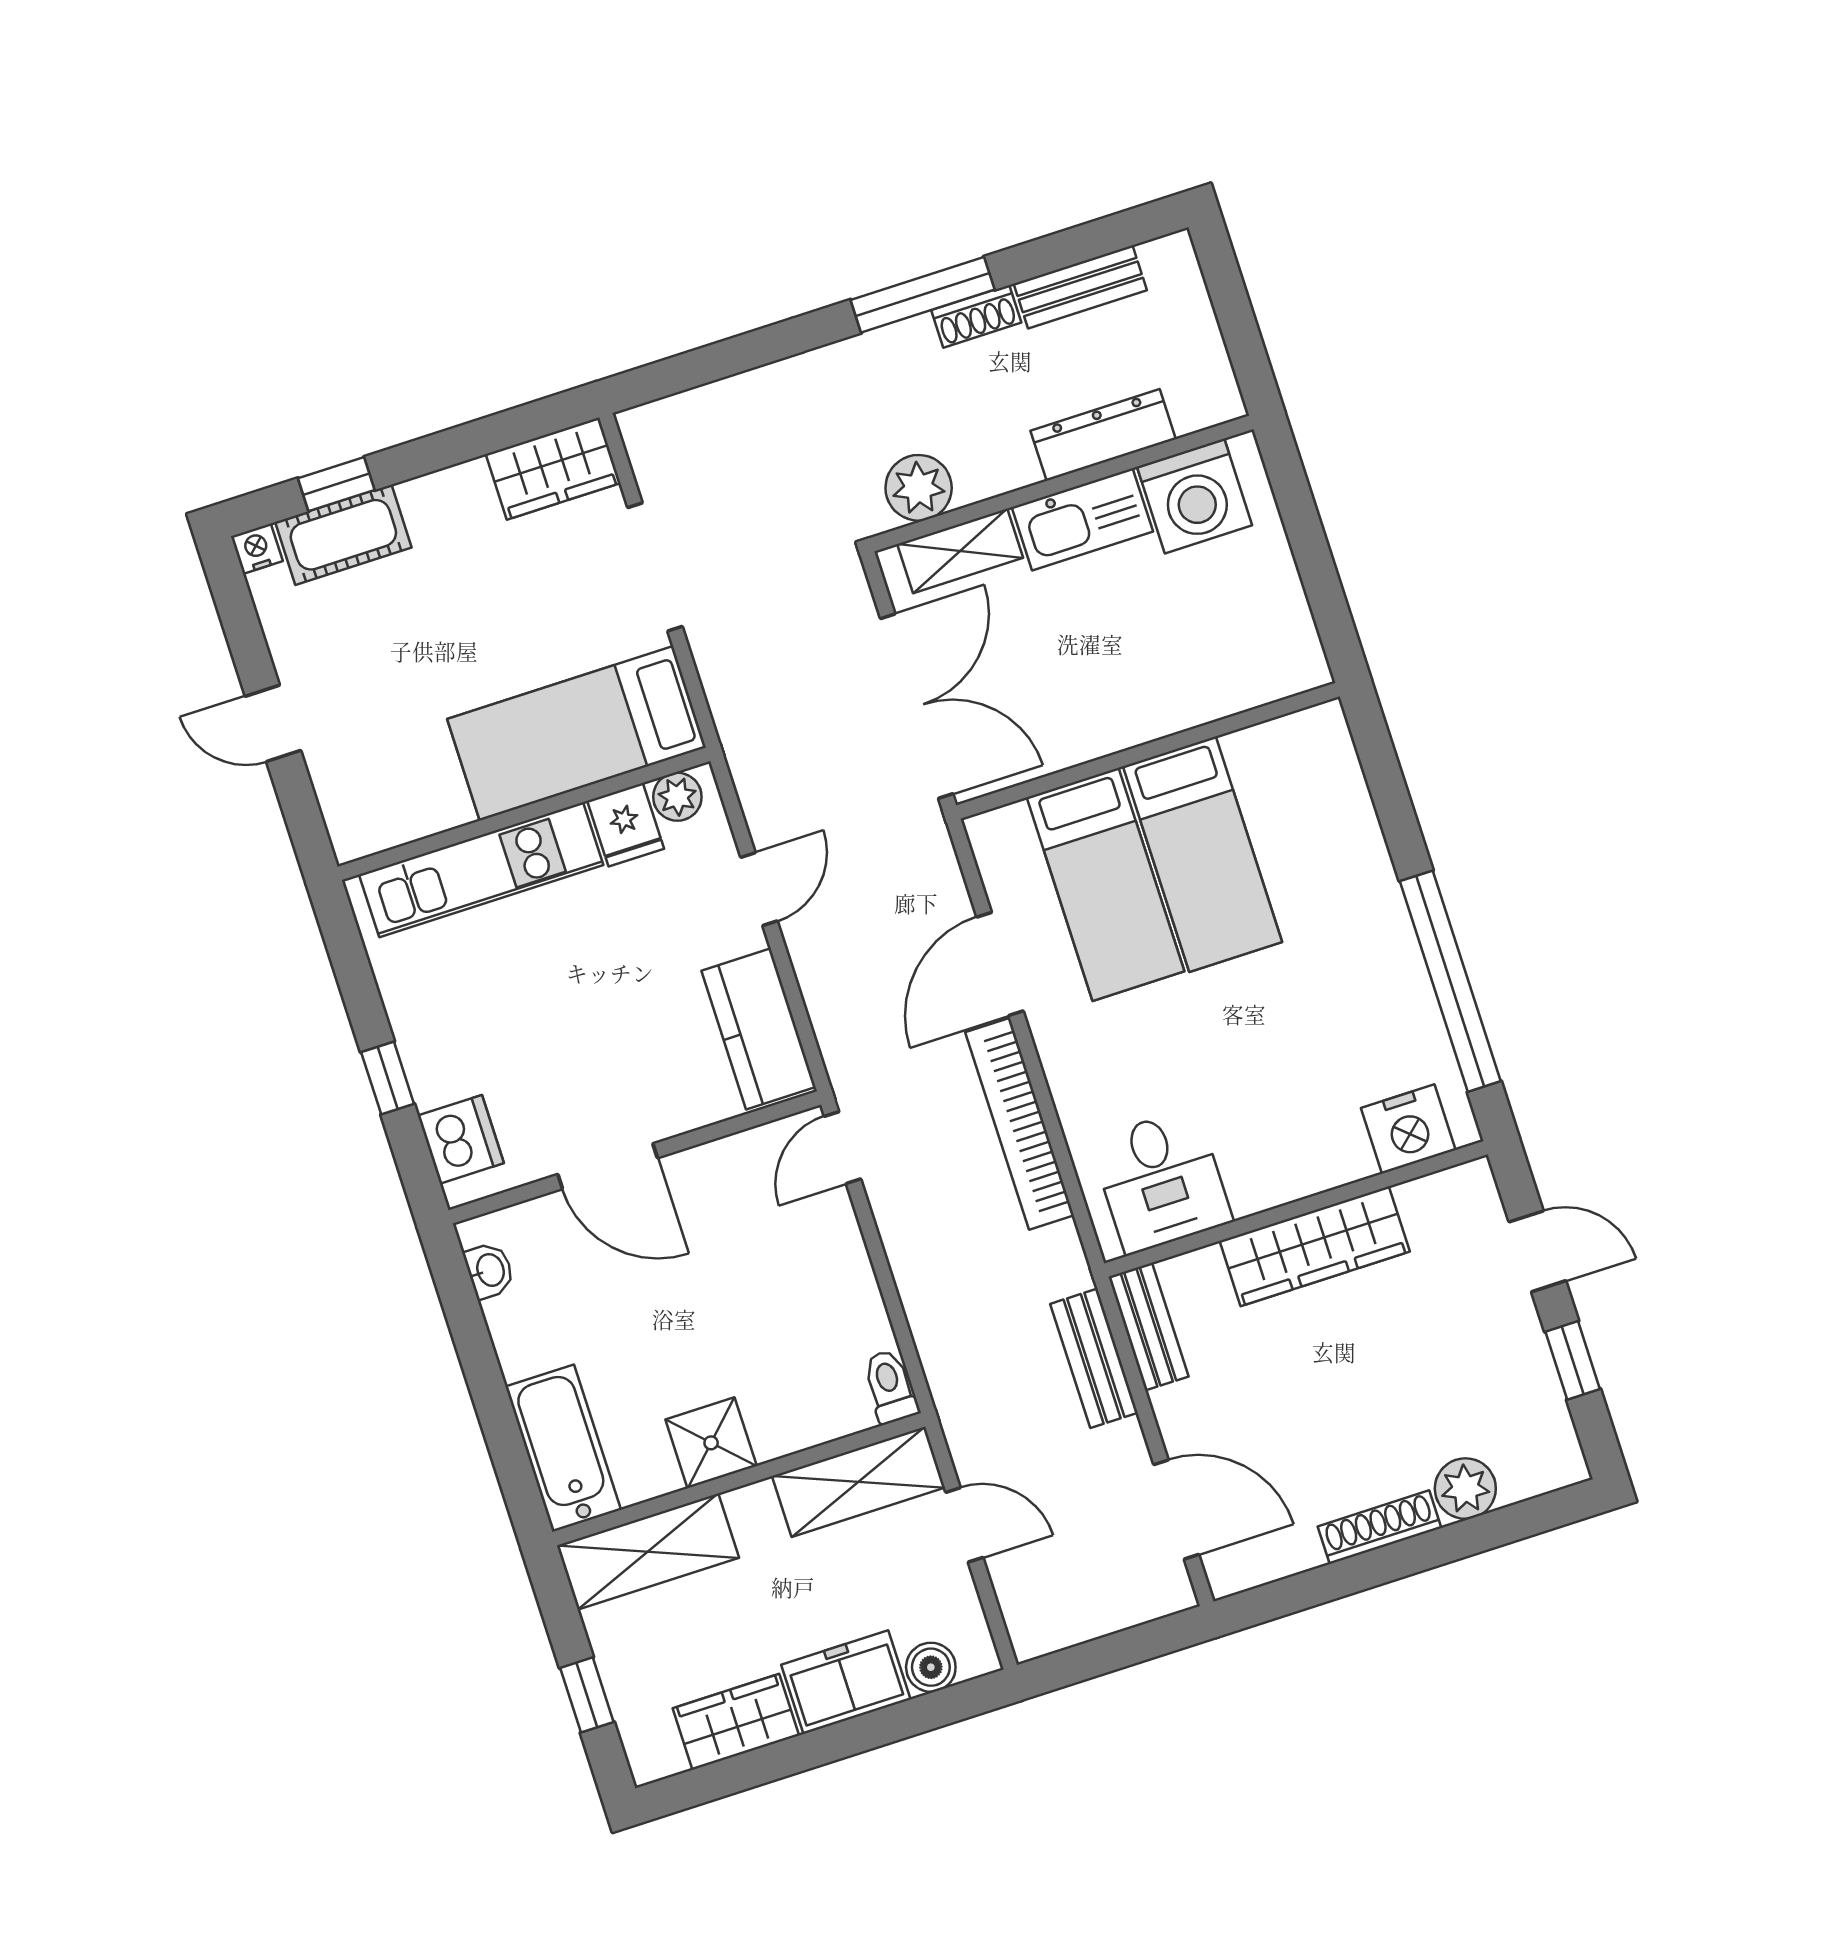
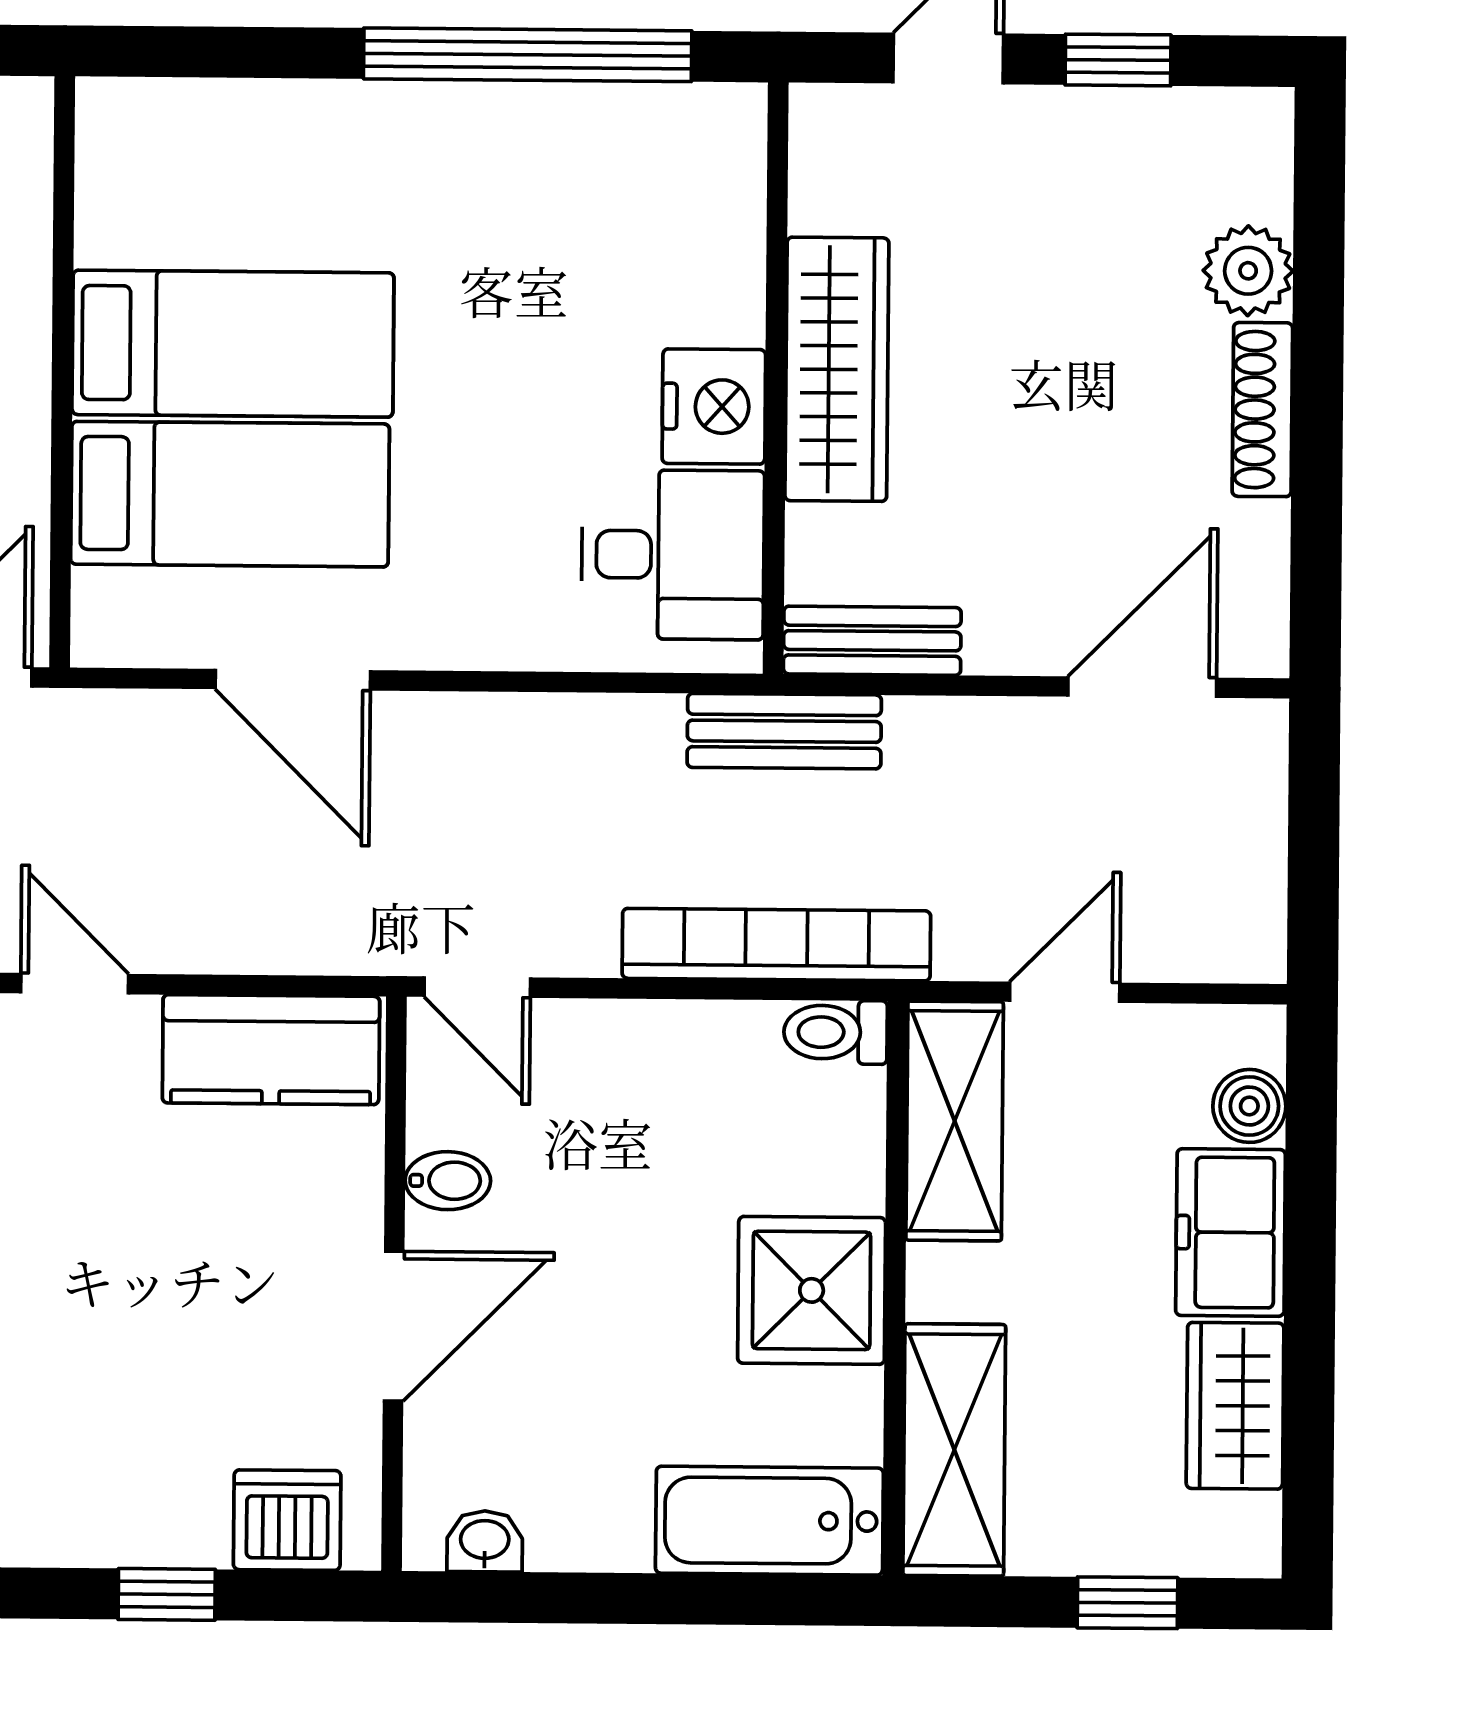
bookcase: (1020, 1124) -> (776, 945), moved, turned 180
nightstand: (1408, 1129) -> (714, 407), moved
bidet: (712, 1170) -> (448, 1181), added
bench: (1094, 1358) -> (784, 731), moved
shower: (711, 1443) -> (812, 1290), width x1.36, depth x1.36

